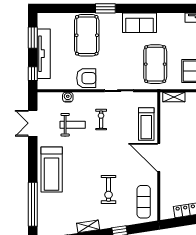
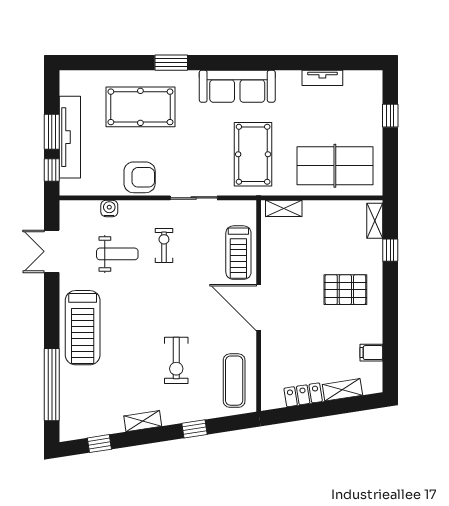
sofa: (139, 23) -> (237, 86), width x1.36
pool table: (87, 35) -> (140, 107), turned 90
window: (33, 38) -> (52, 132), moved

